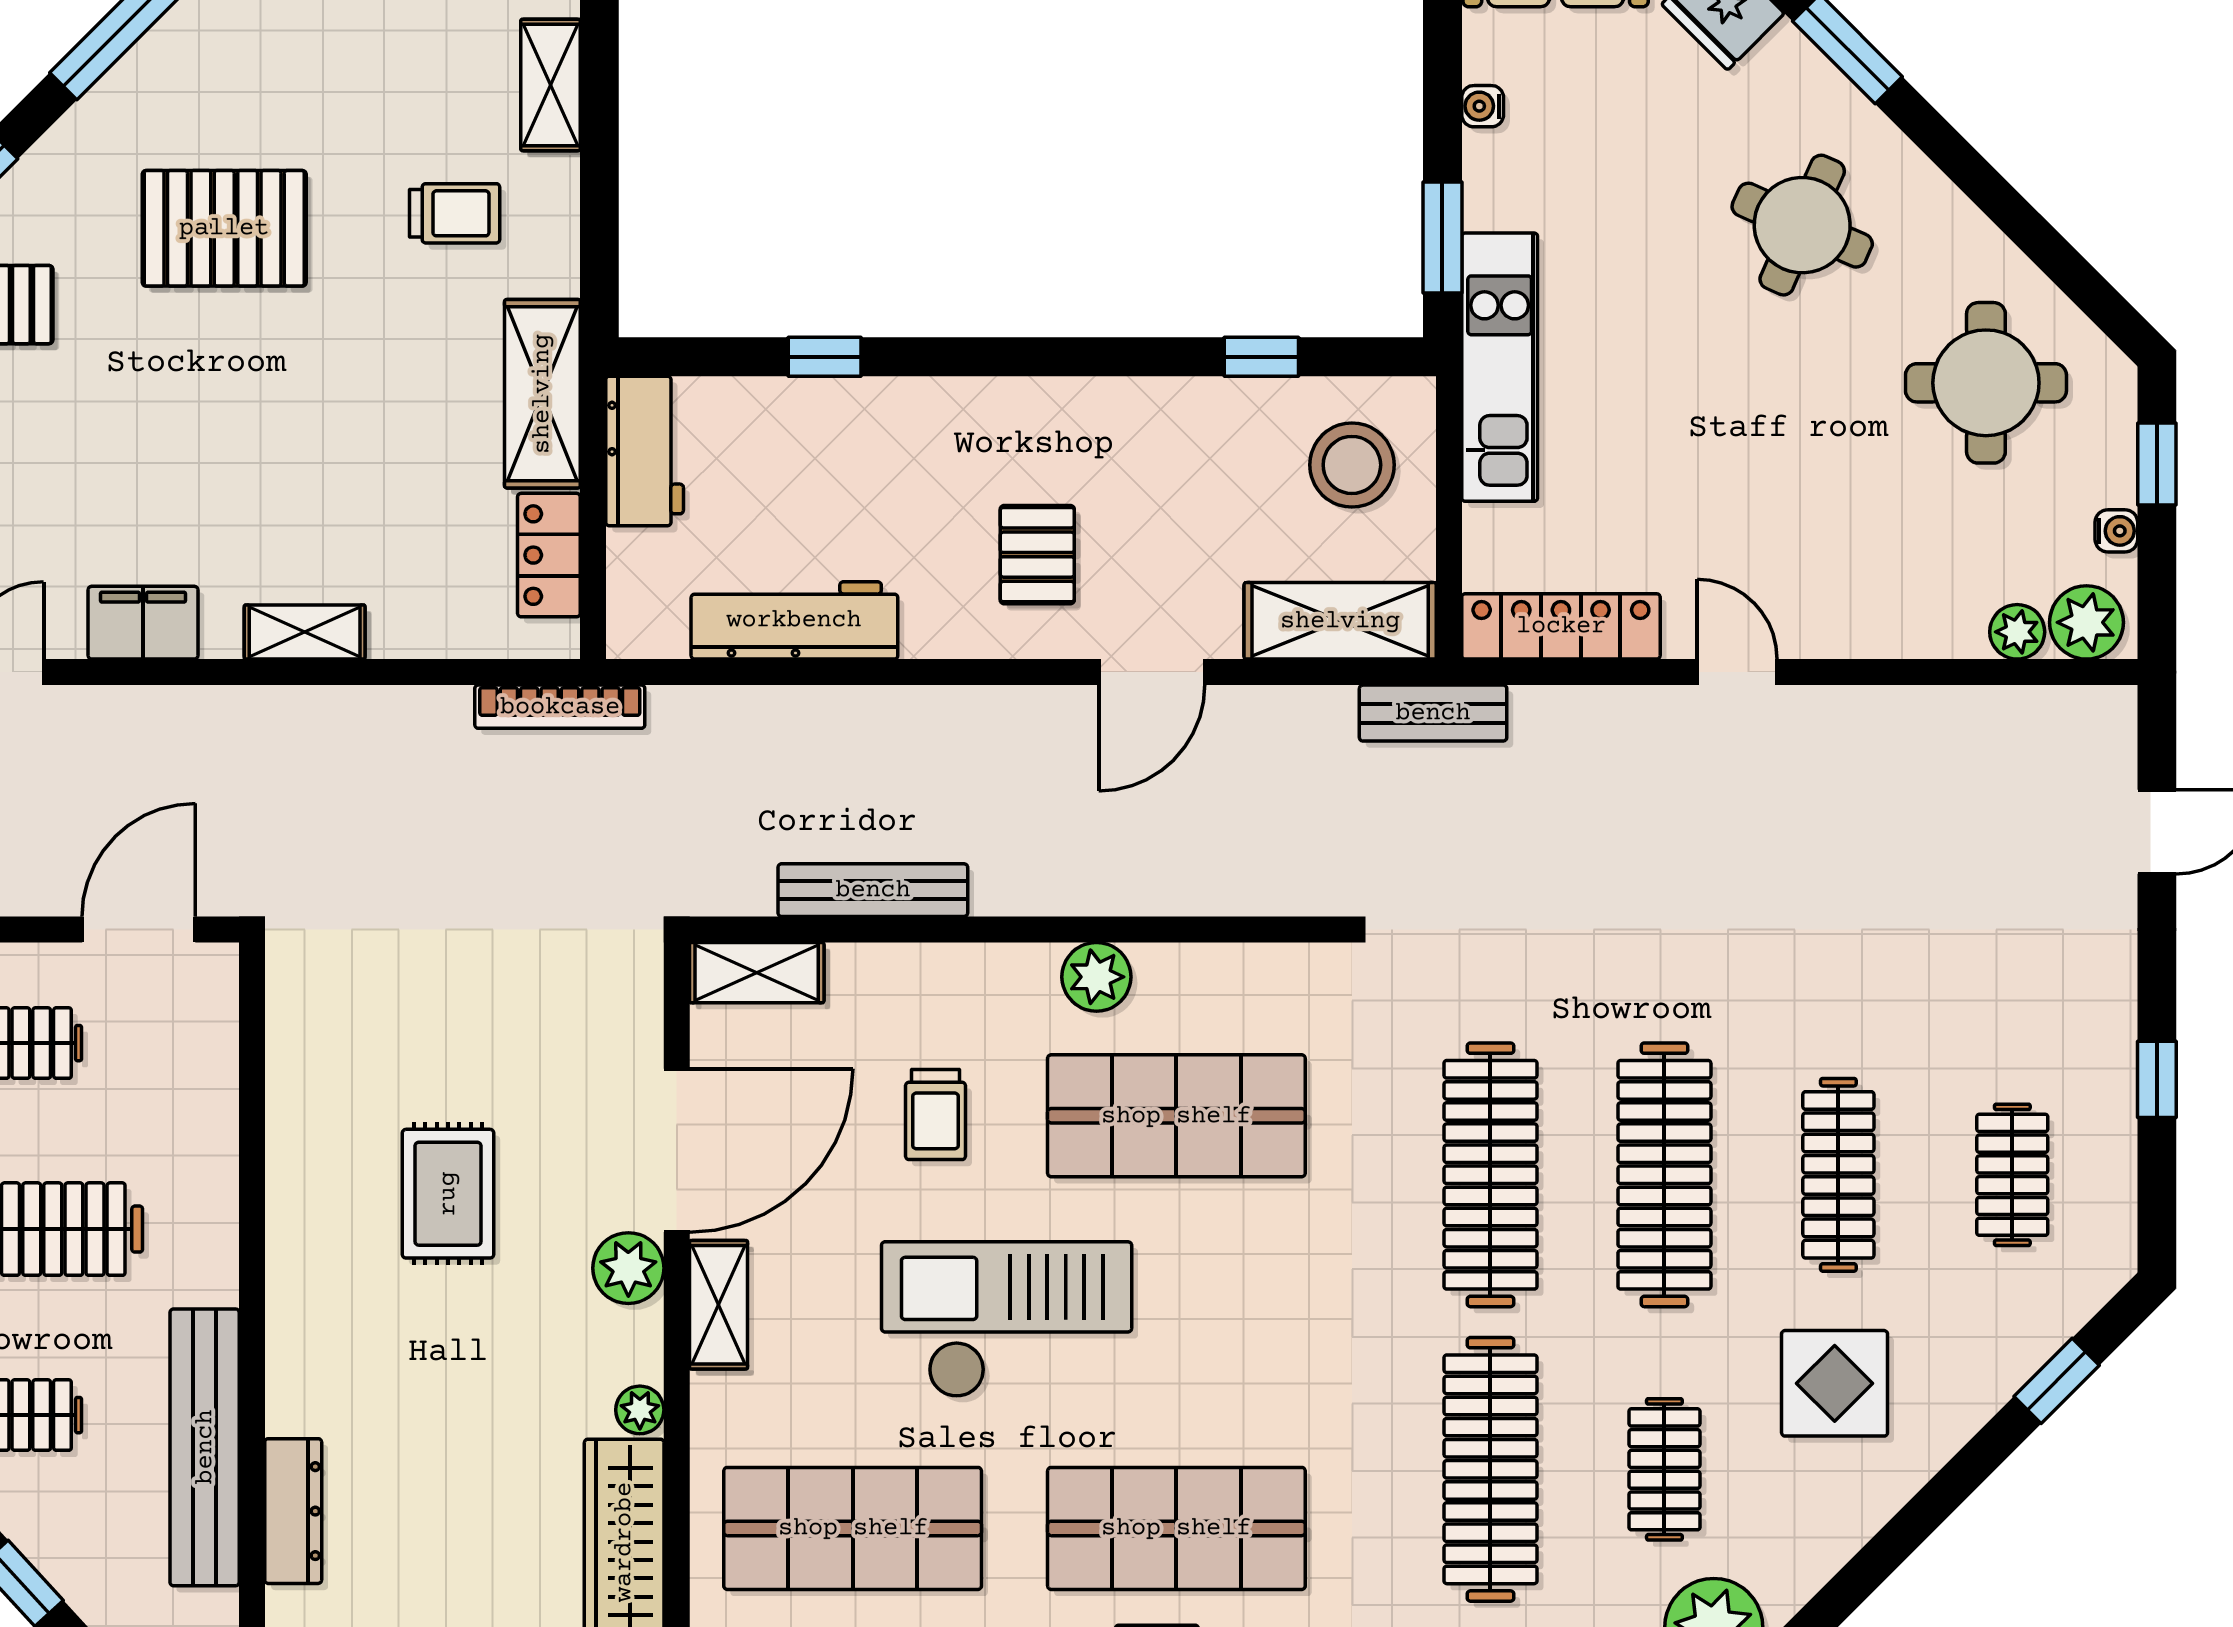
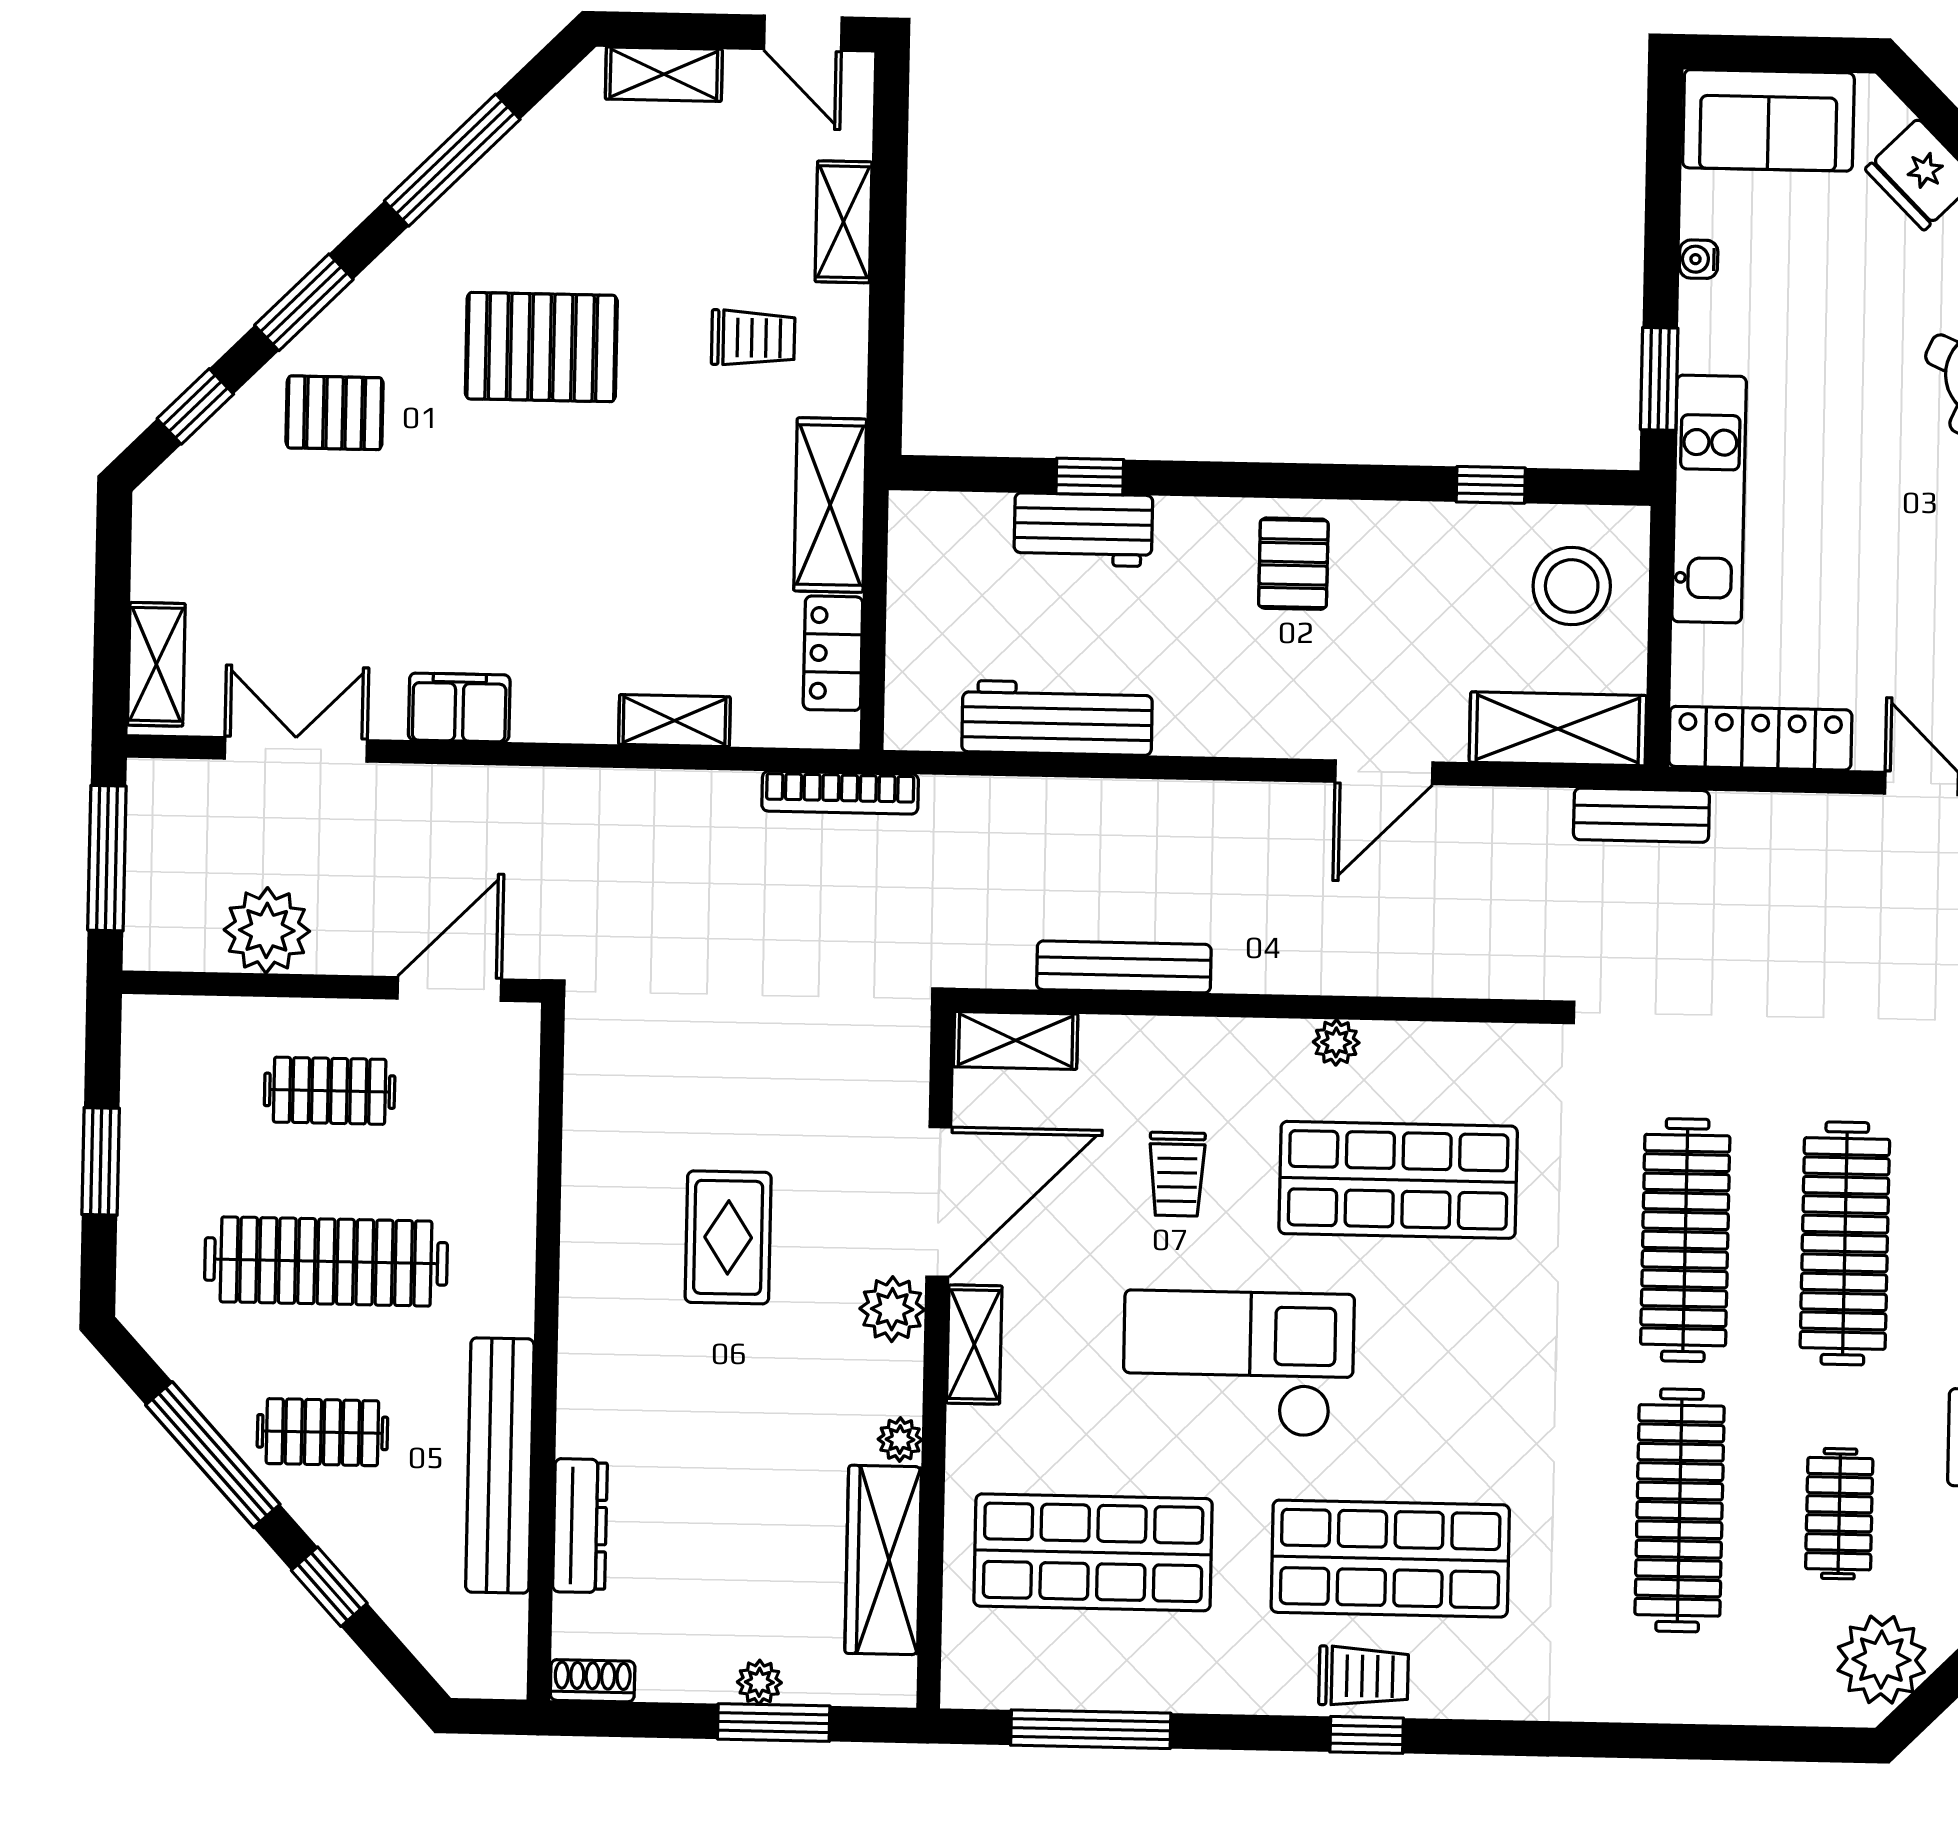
workbench: (645, 451) -> (1083, 530), moved, turned 90
pallet: (1037, 555) -> (1293, 564), moved
shelving: (305, 632) -> (674, 721), moved
plant: (1096, 977) -> (1336, 1042), width x0.73, depth x0.73

